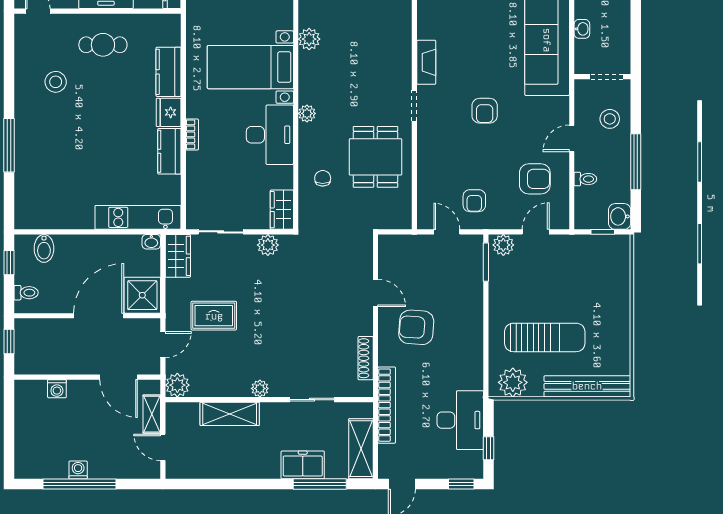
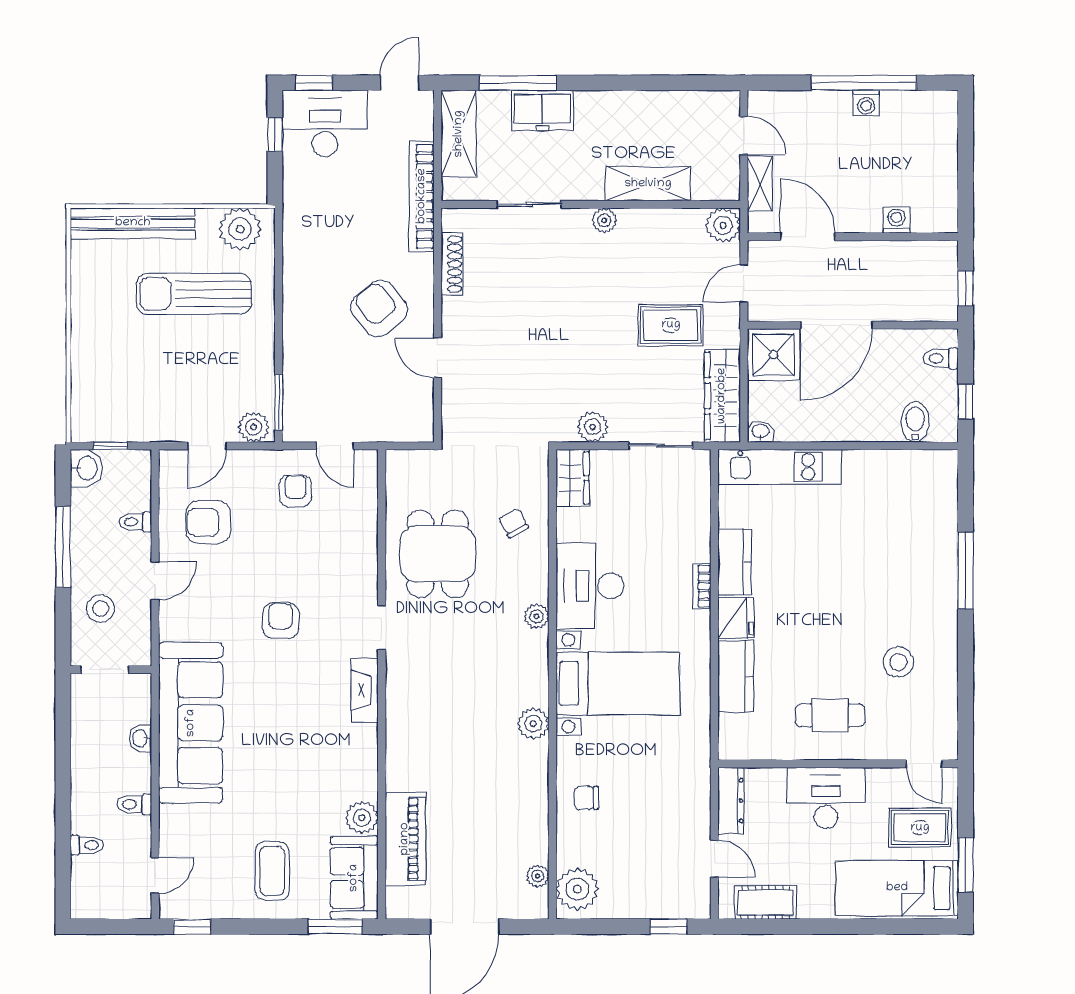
chair: (323, 178) -> (514, 523), turned 152
wardrobe: (178, 256) -> (722, 396), width x1.50
armchair: (416, 327) -> (379, 308), turned -133
desk: (460, 420) -> (325, 124), moved, turned 90

